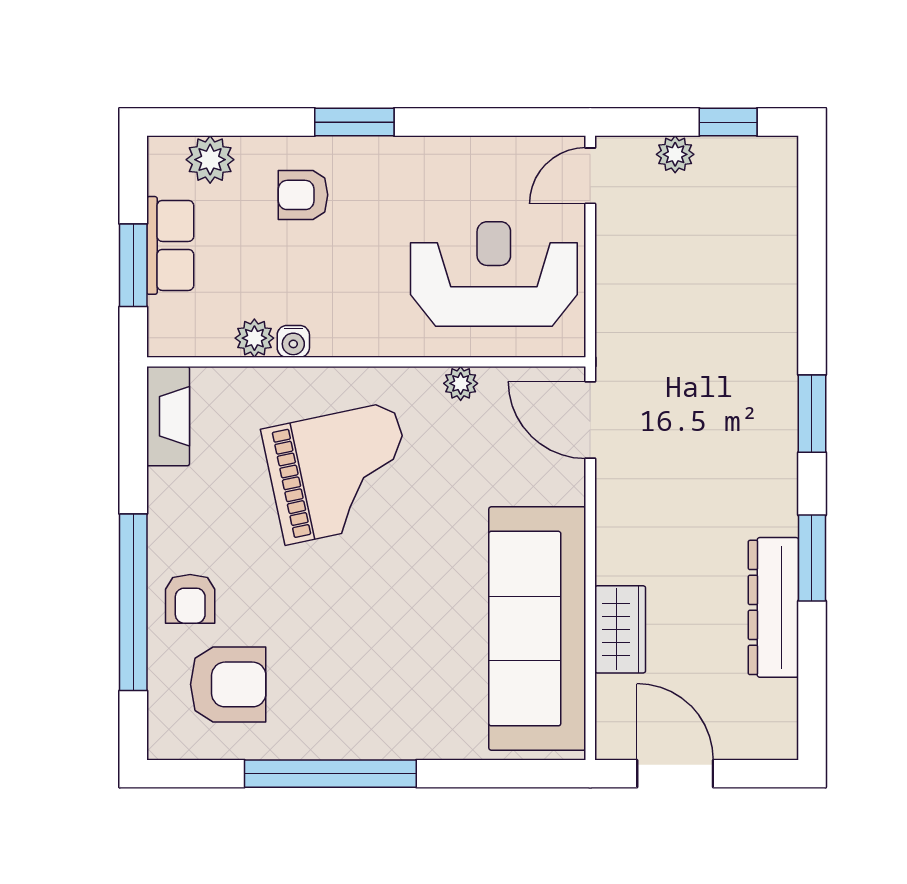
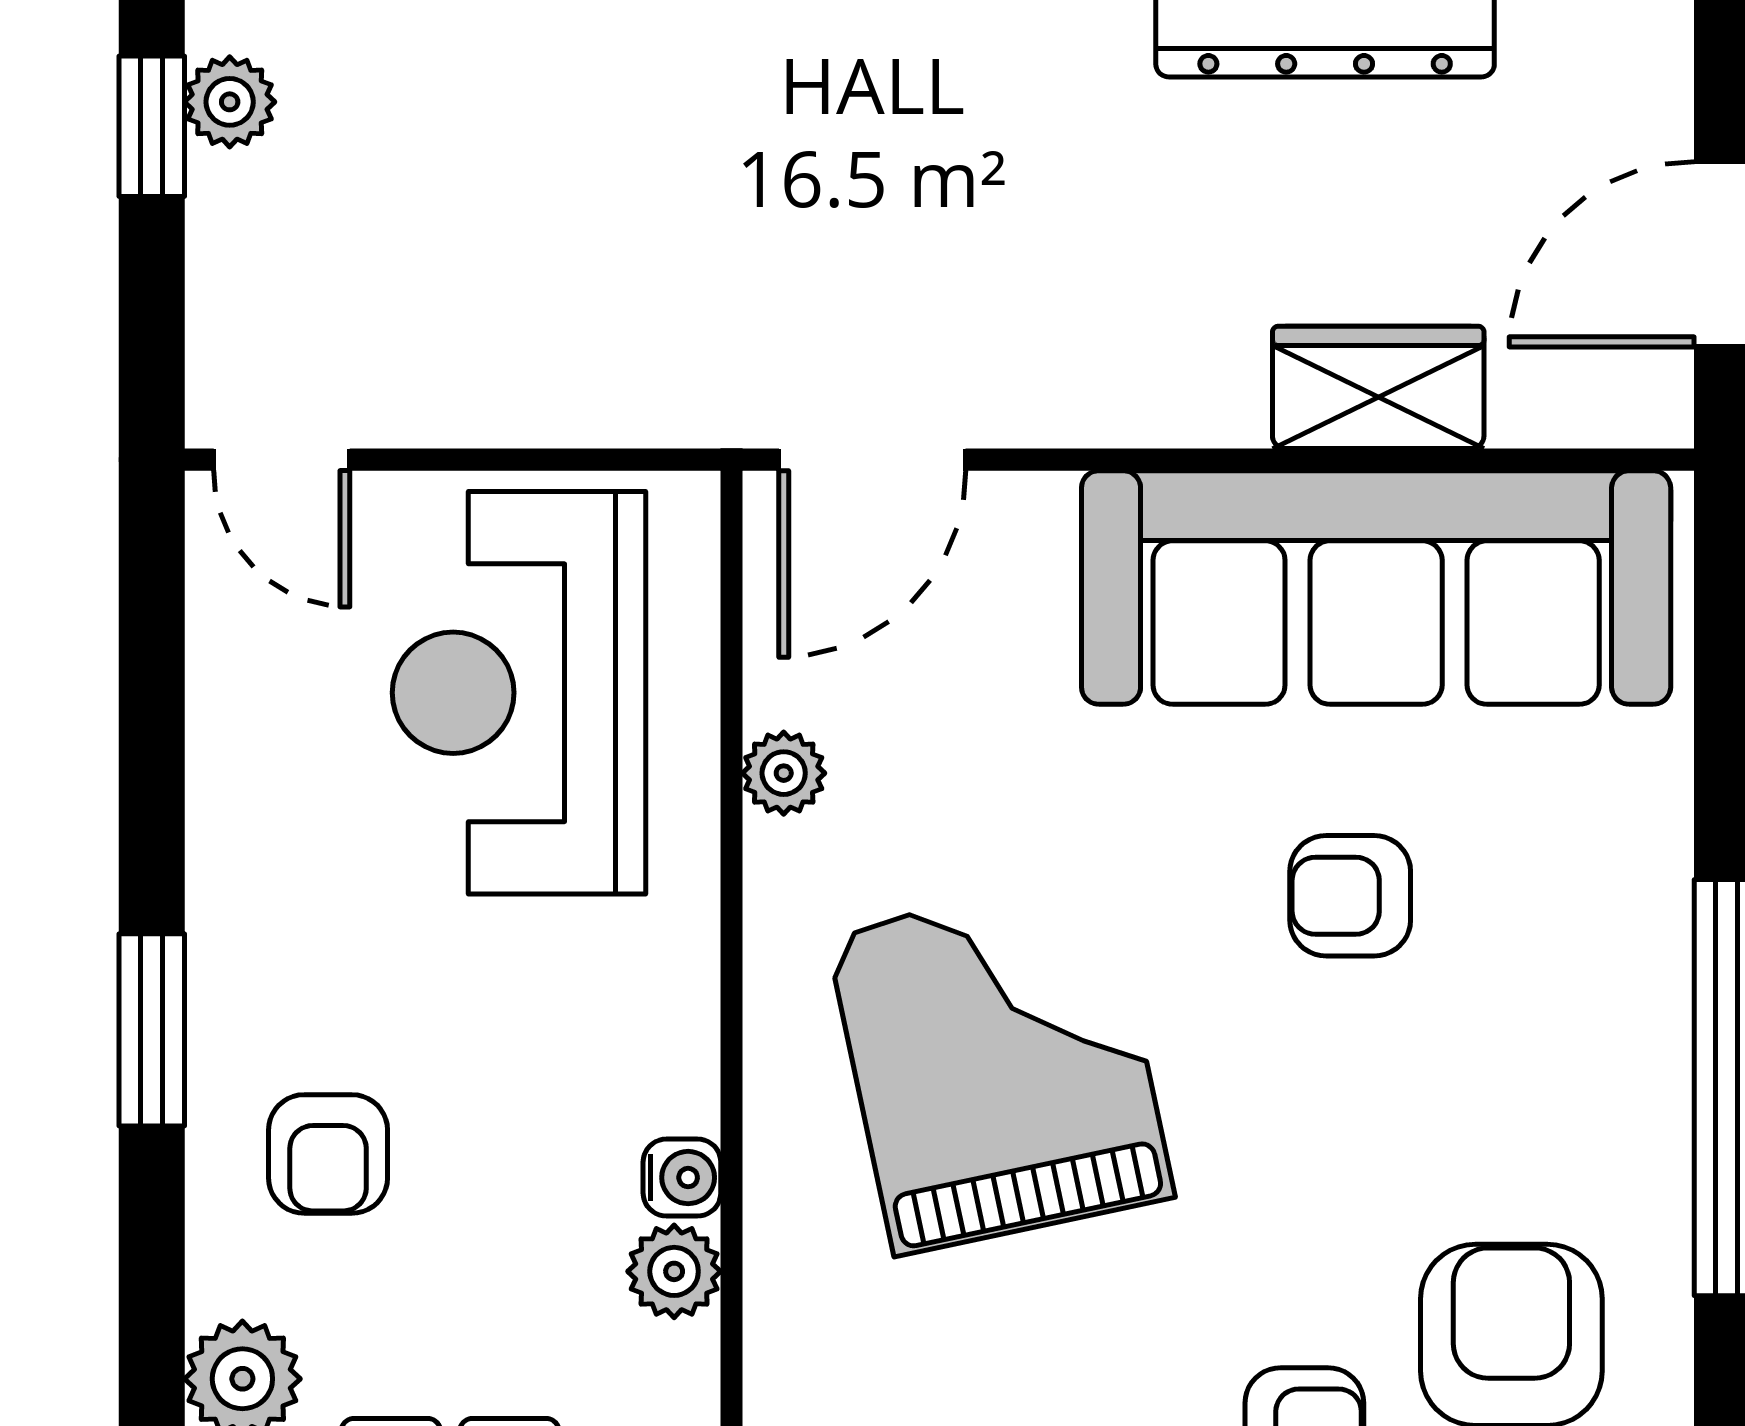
plant: (675, 154) -> (230, 102), moved
armchair: (410, 618) -> (1350, 896), added

